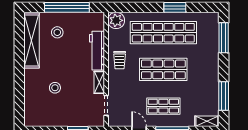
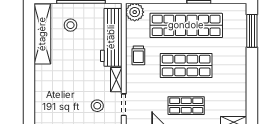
workbench: (97, 51) -> (111, 37), width x1.36, depth x1.32
stool: (55, 88) -> (97, 106), moved
window: (224, 96) -> (252, 95), removed

